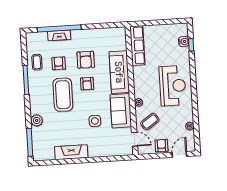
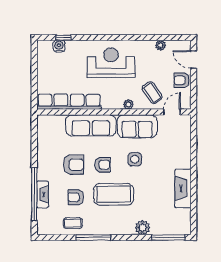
row of seats: (137, 46) -> (69, 102), width x1.36
side table: (95, 121) -> (135, 159), moved

